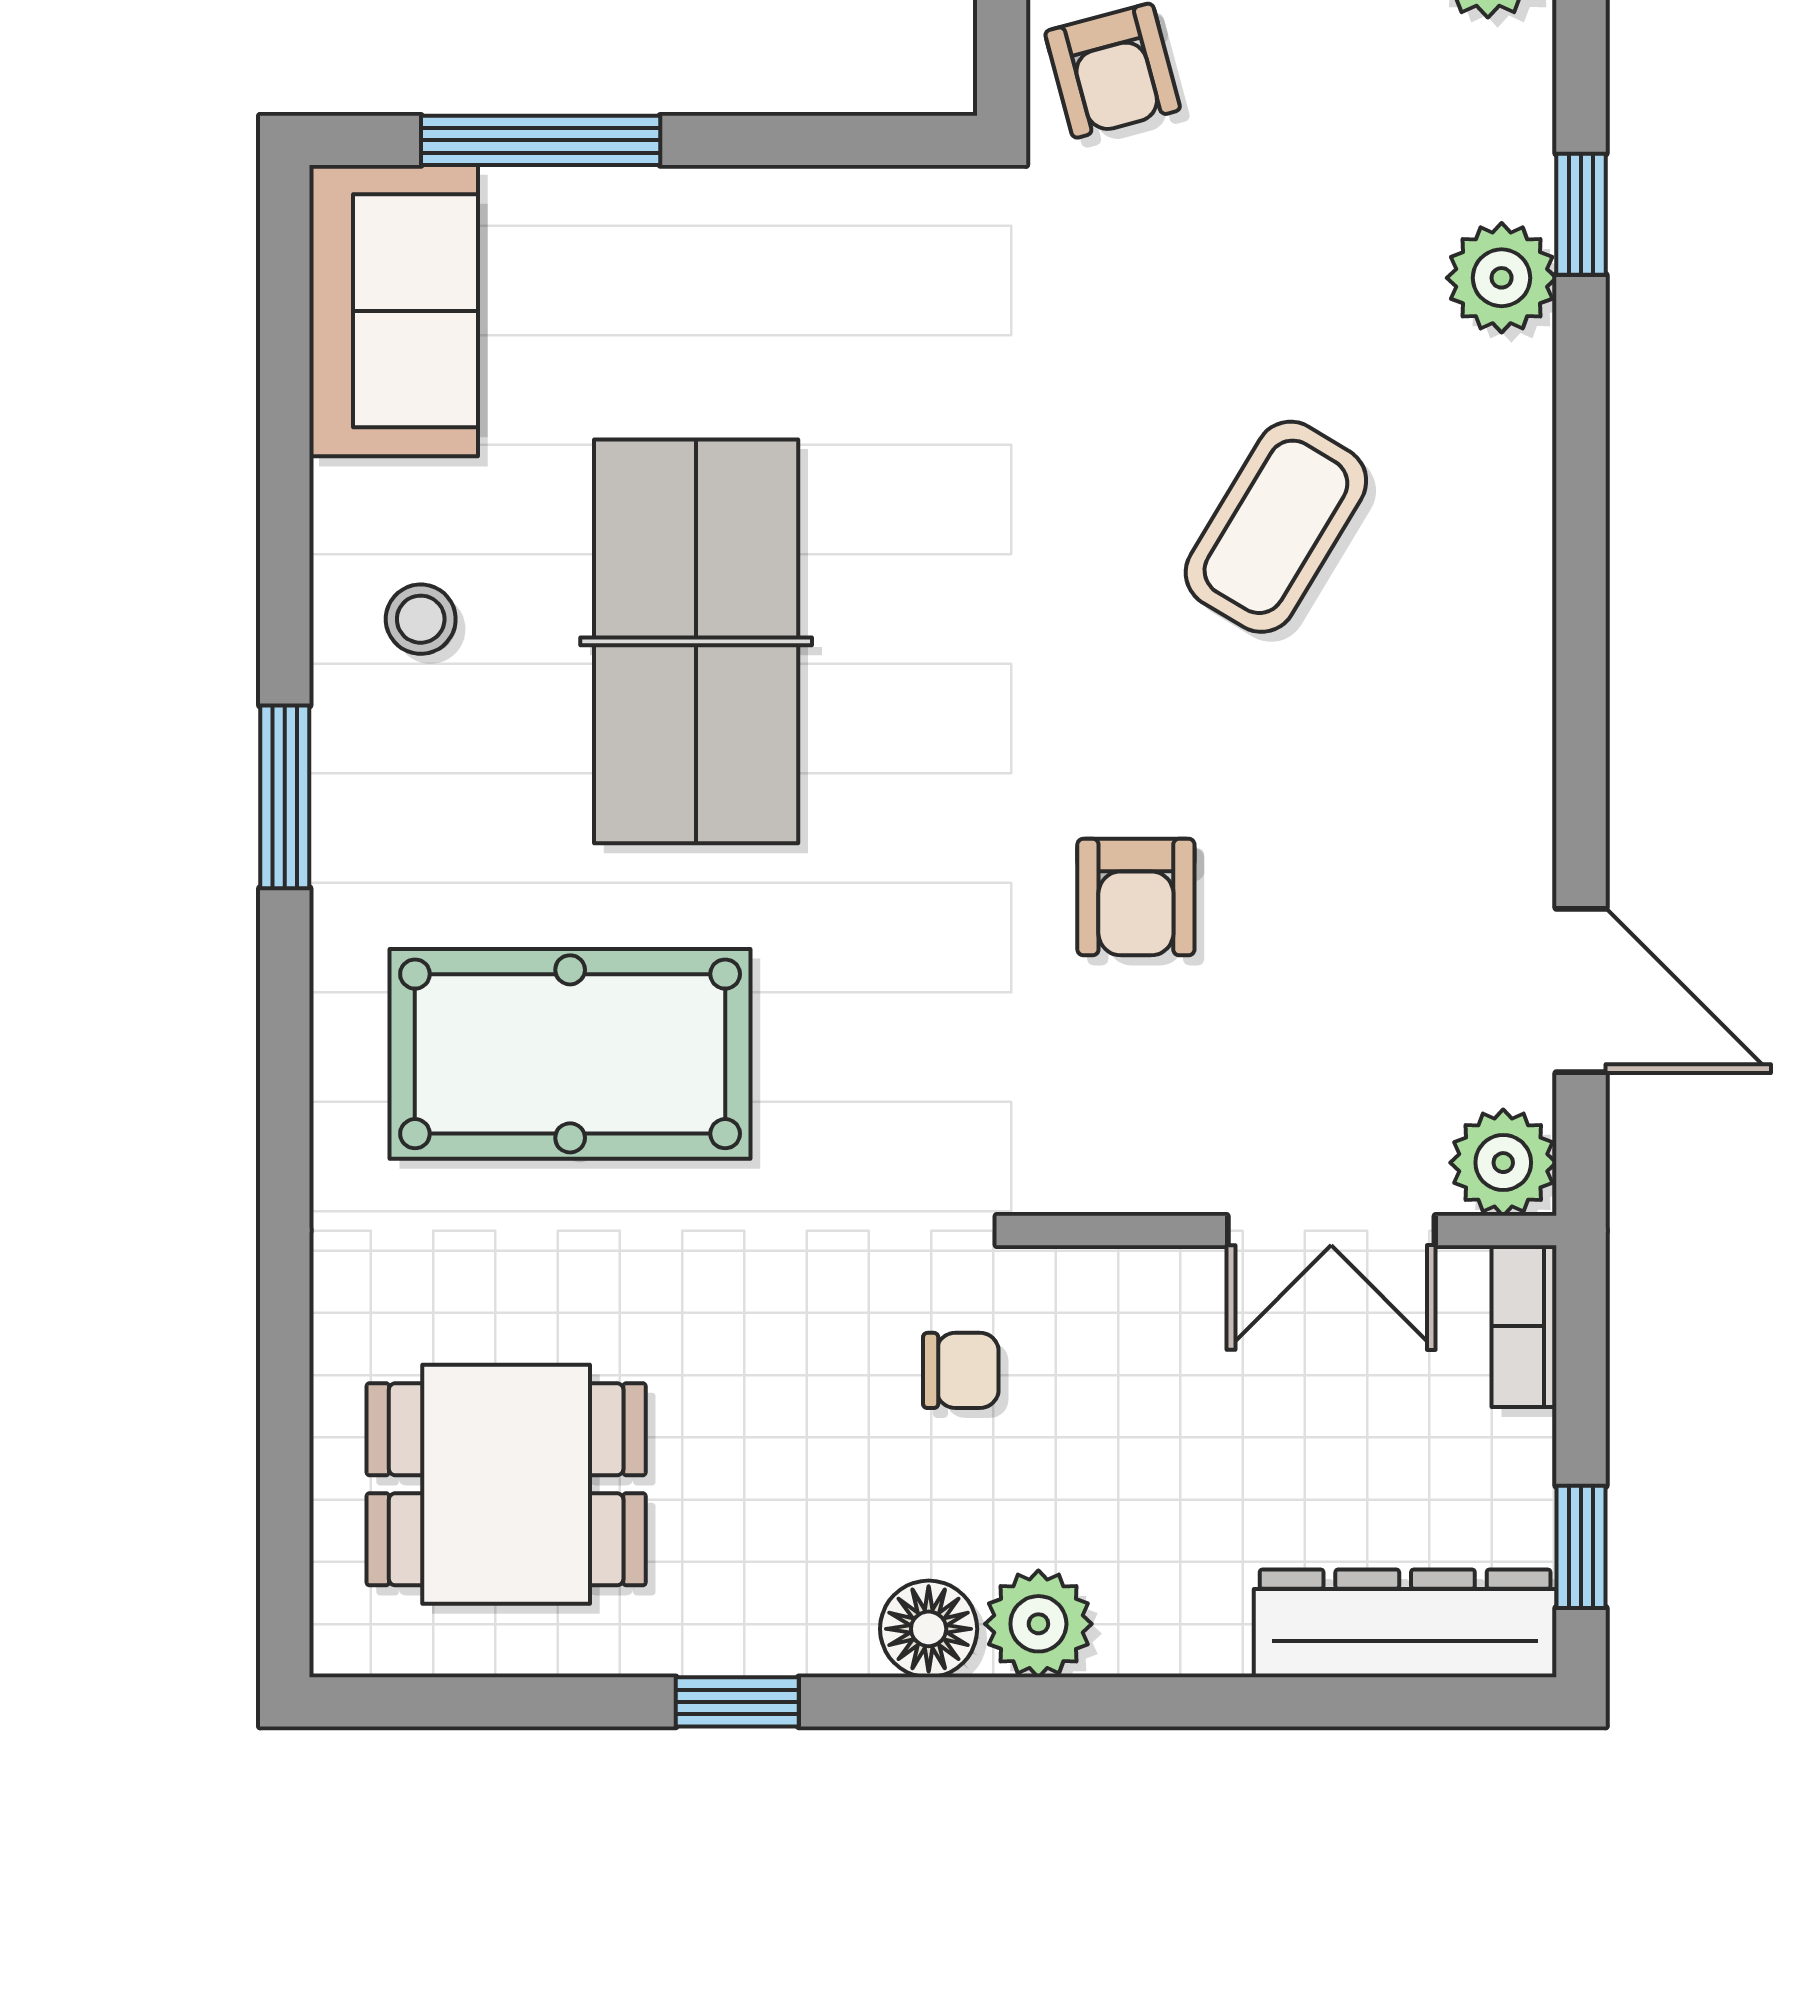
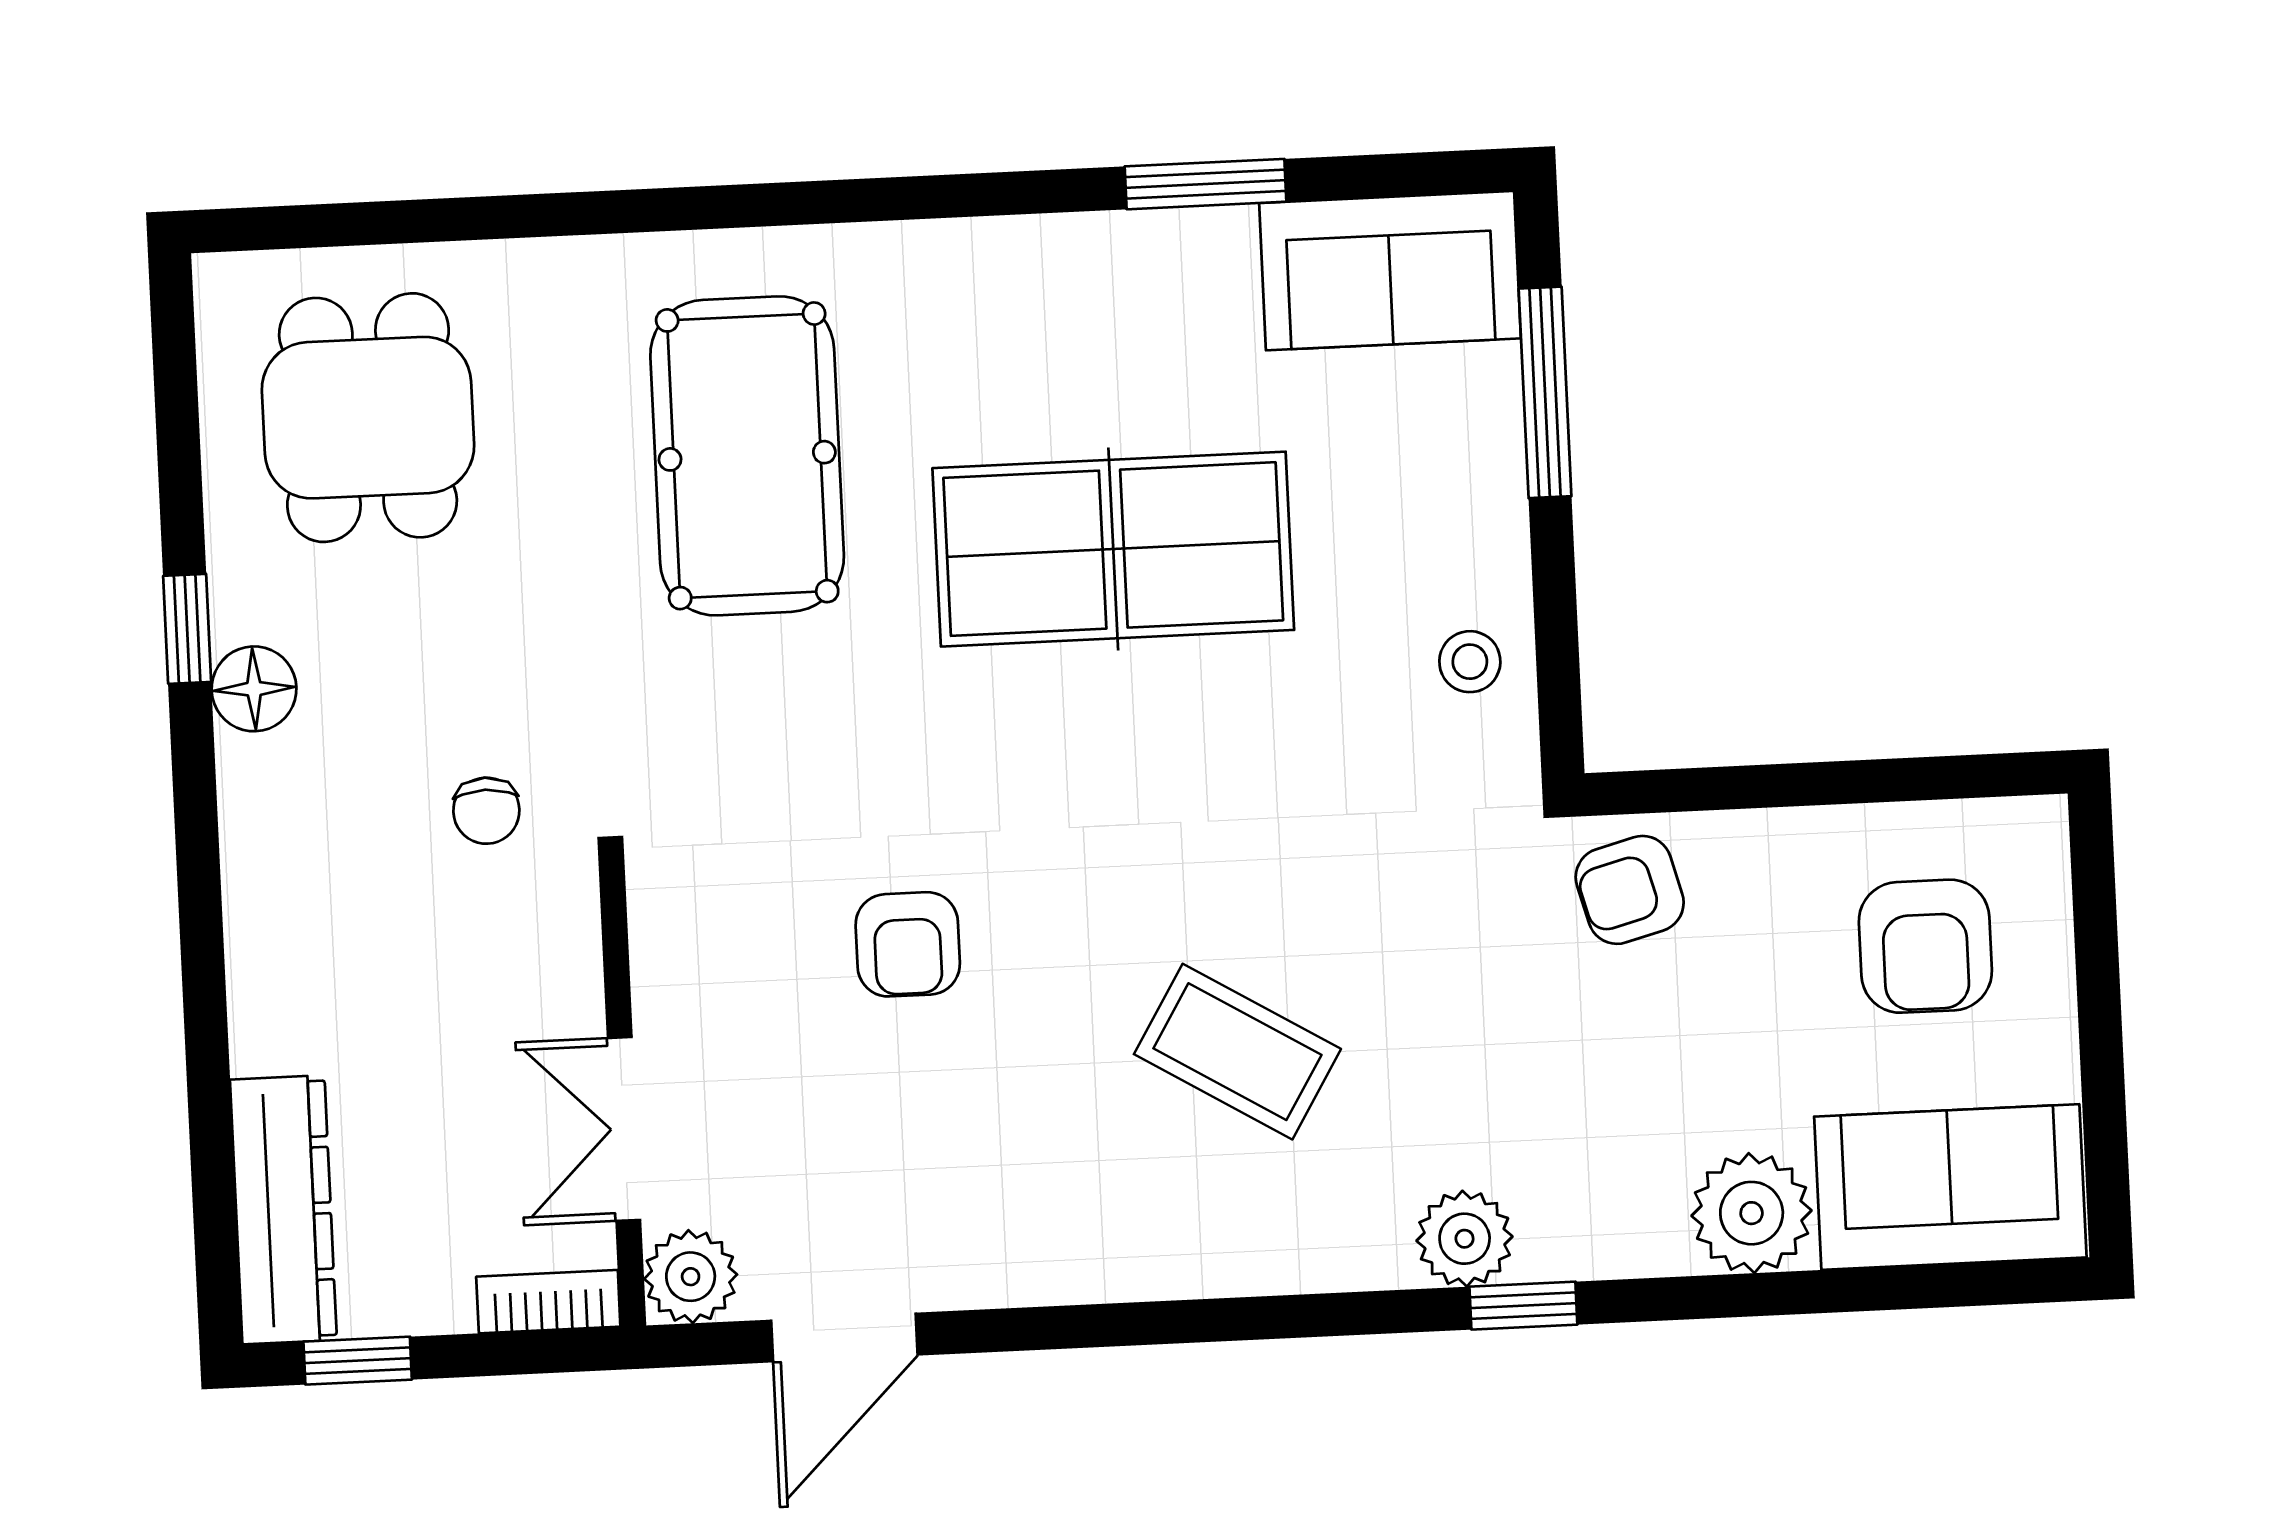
stool: (421, 619) -> (1470, 662), moved
window: (285, 797) -> (1205, 184), moved
armchair: (1136, 897) -> (908, 944), turned -90
plant: (1038, 1624) -> (268, 889), removed
floor lamp: (929, 1629) -> (254, 689), moved

